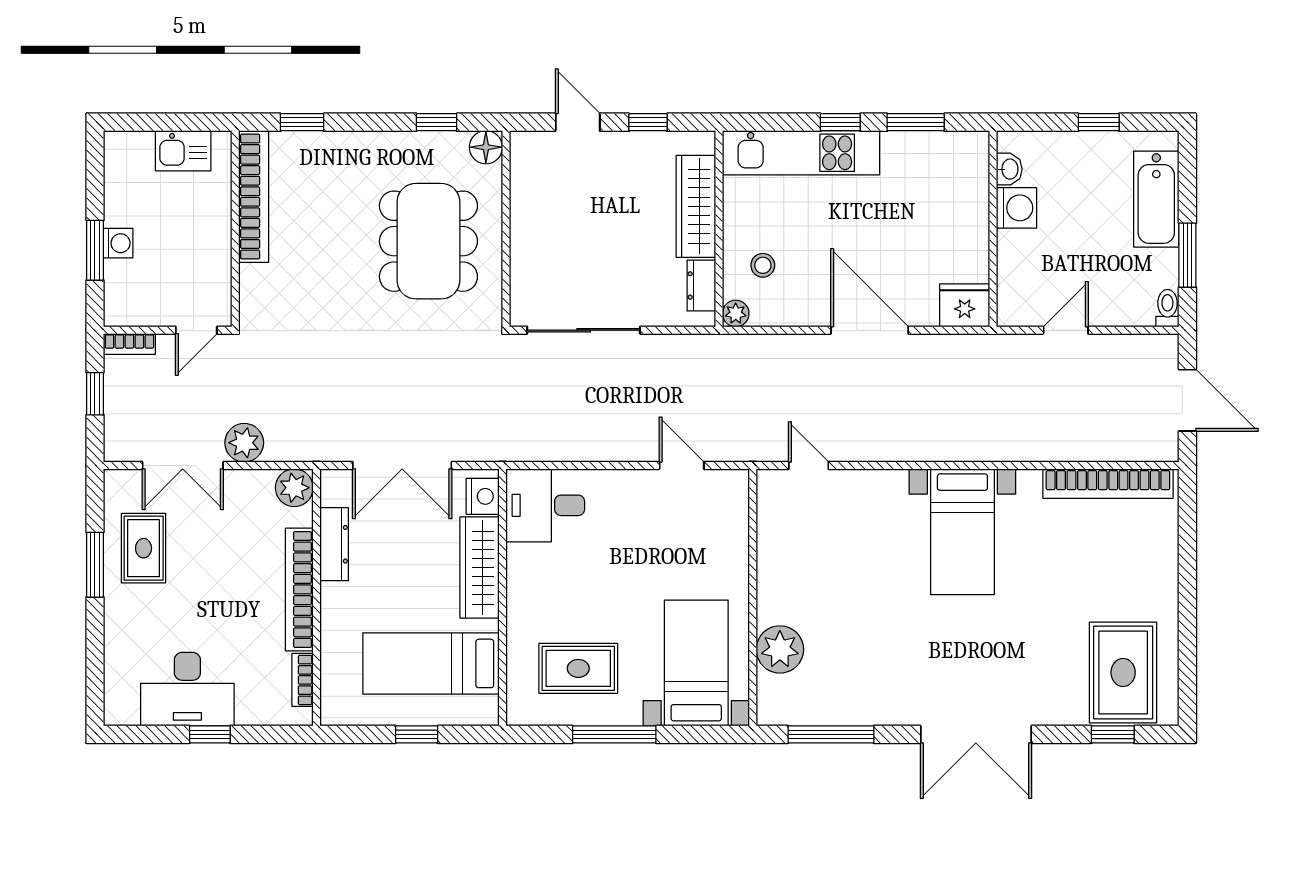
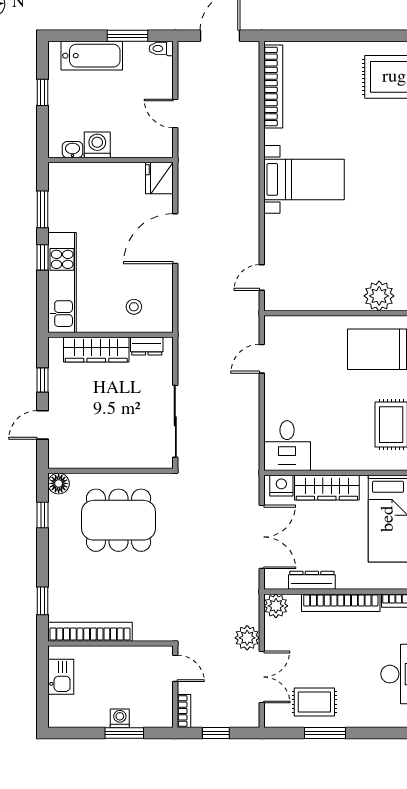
plant: (736, 314) -> (165, 324), removed

